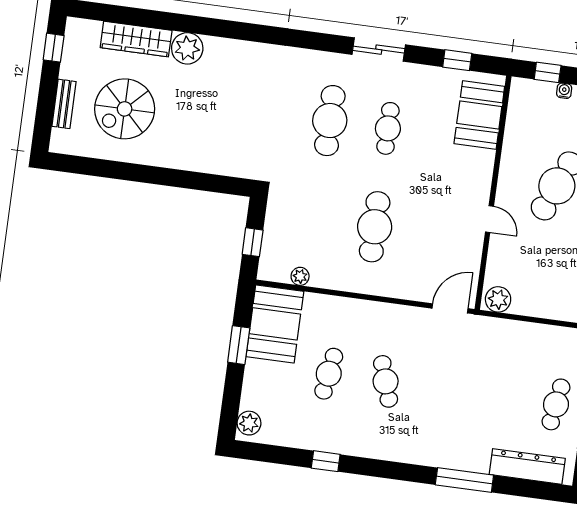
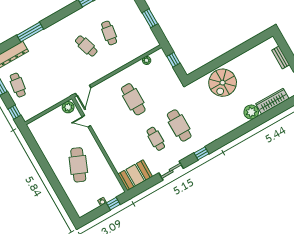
sliding door: (379, 50) -> (171, 171), moved
window: (457, 60) -> (201, 153), moved
spiral stairs: (125, 109) -> (223, 83), moved, turned 180
booth: (479, 115) -> (135, 175), moved, turned 90
door: (489, 219) -> (86, 121), moved
booth: (275, 324) -> (143, 36), removed

